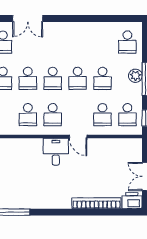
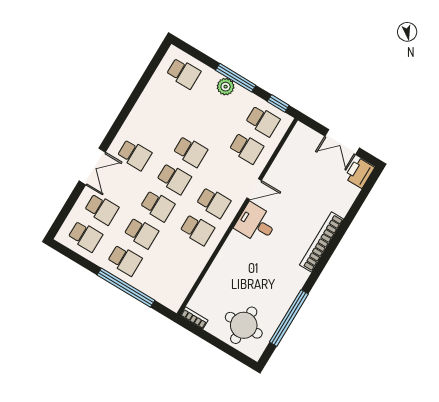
school desk: (103, 78) -> (134, 155), moved
bookcase: (96, 203) -> (322, 242), moved

